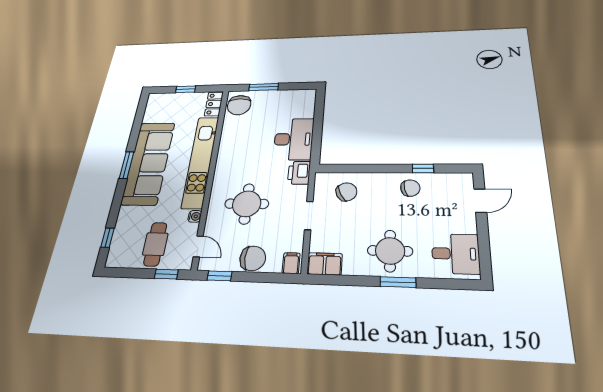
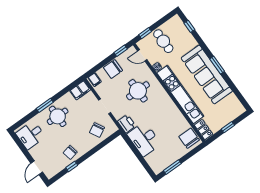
window: (264, 87) -> (172, 167), moved

